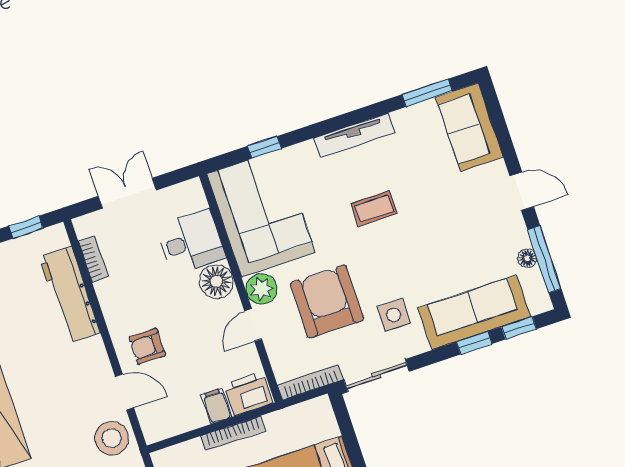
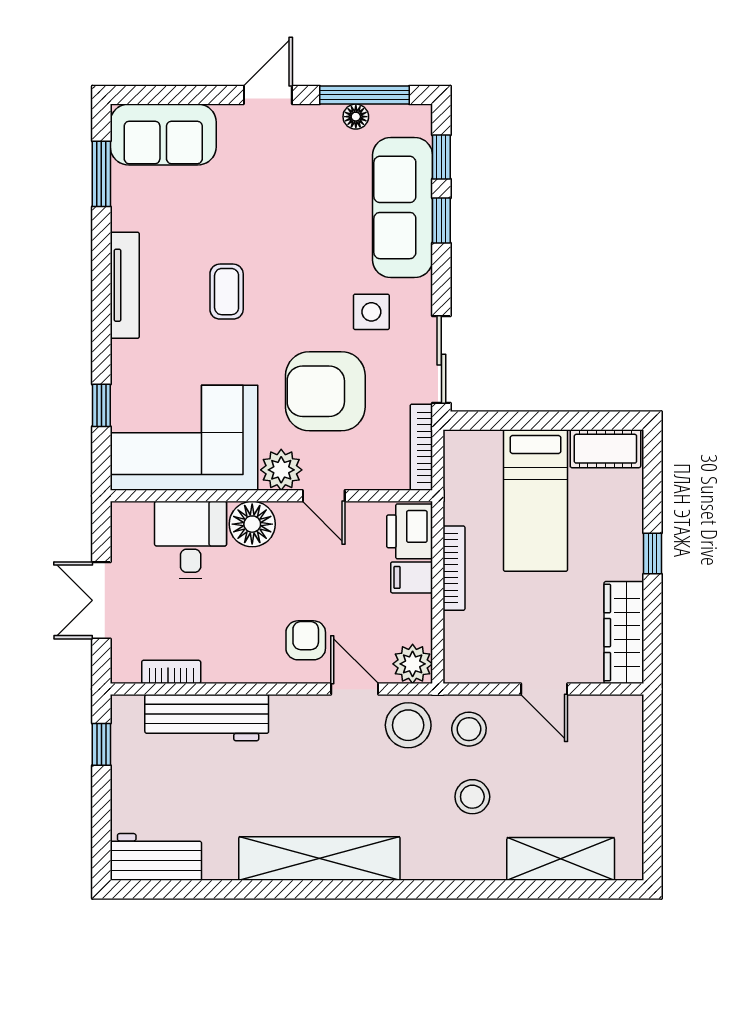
armchair: (147, 346) -> (306, 640), turned 180
door: (125, 392) -> (355, 689), hinge flipped
plant: (156, 427) -> (413, 664), added

